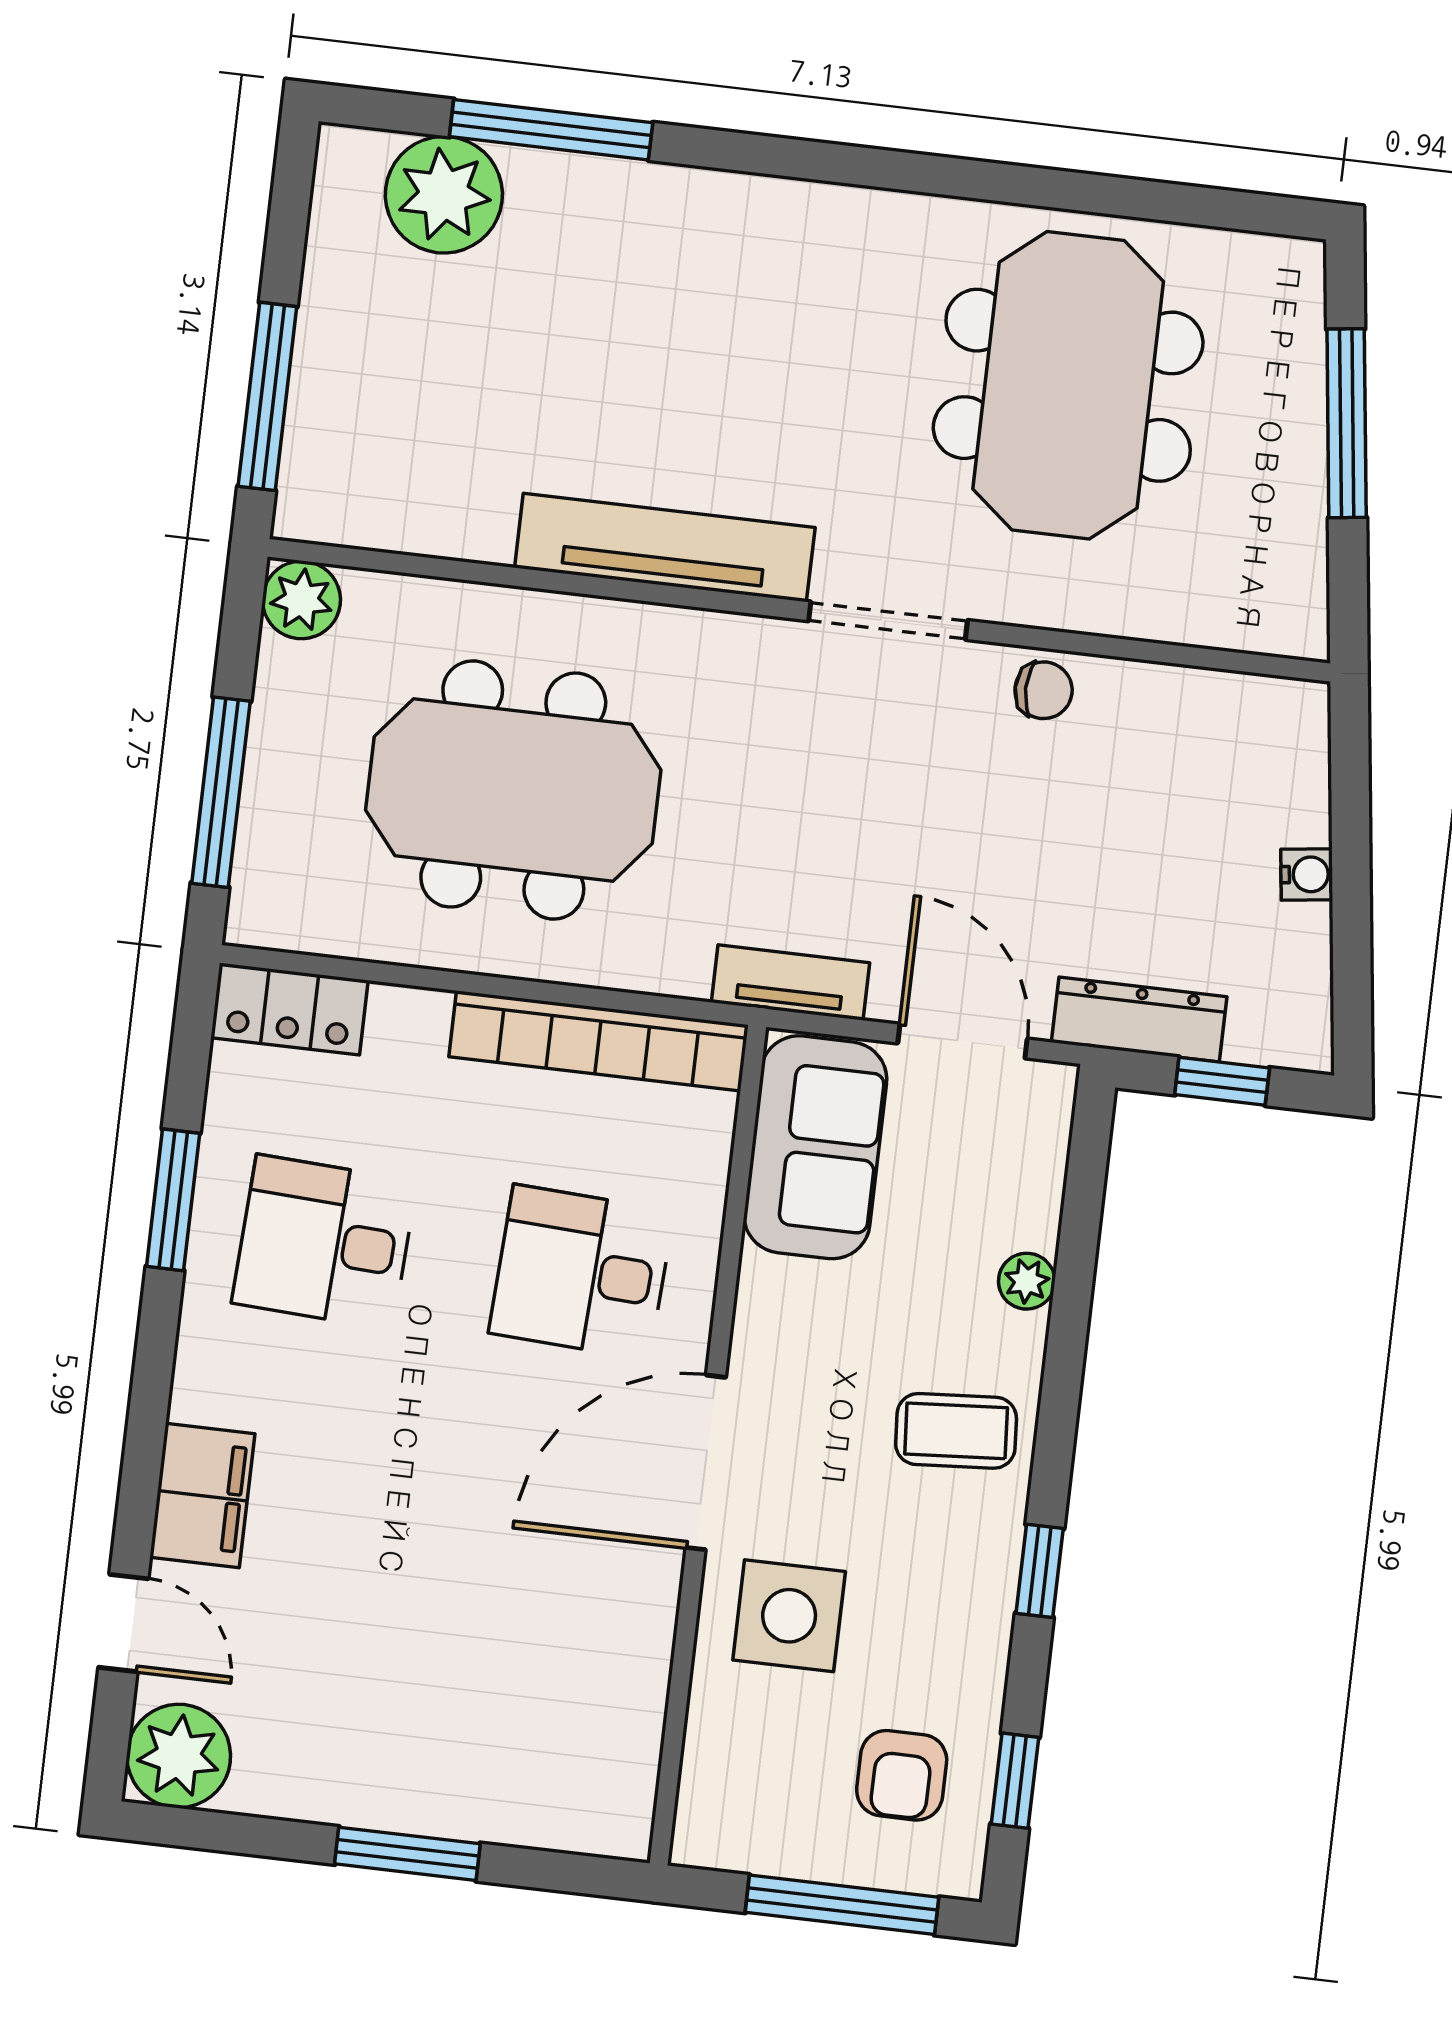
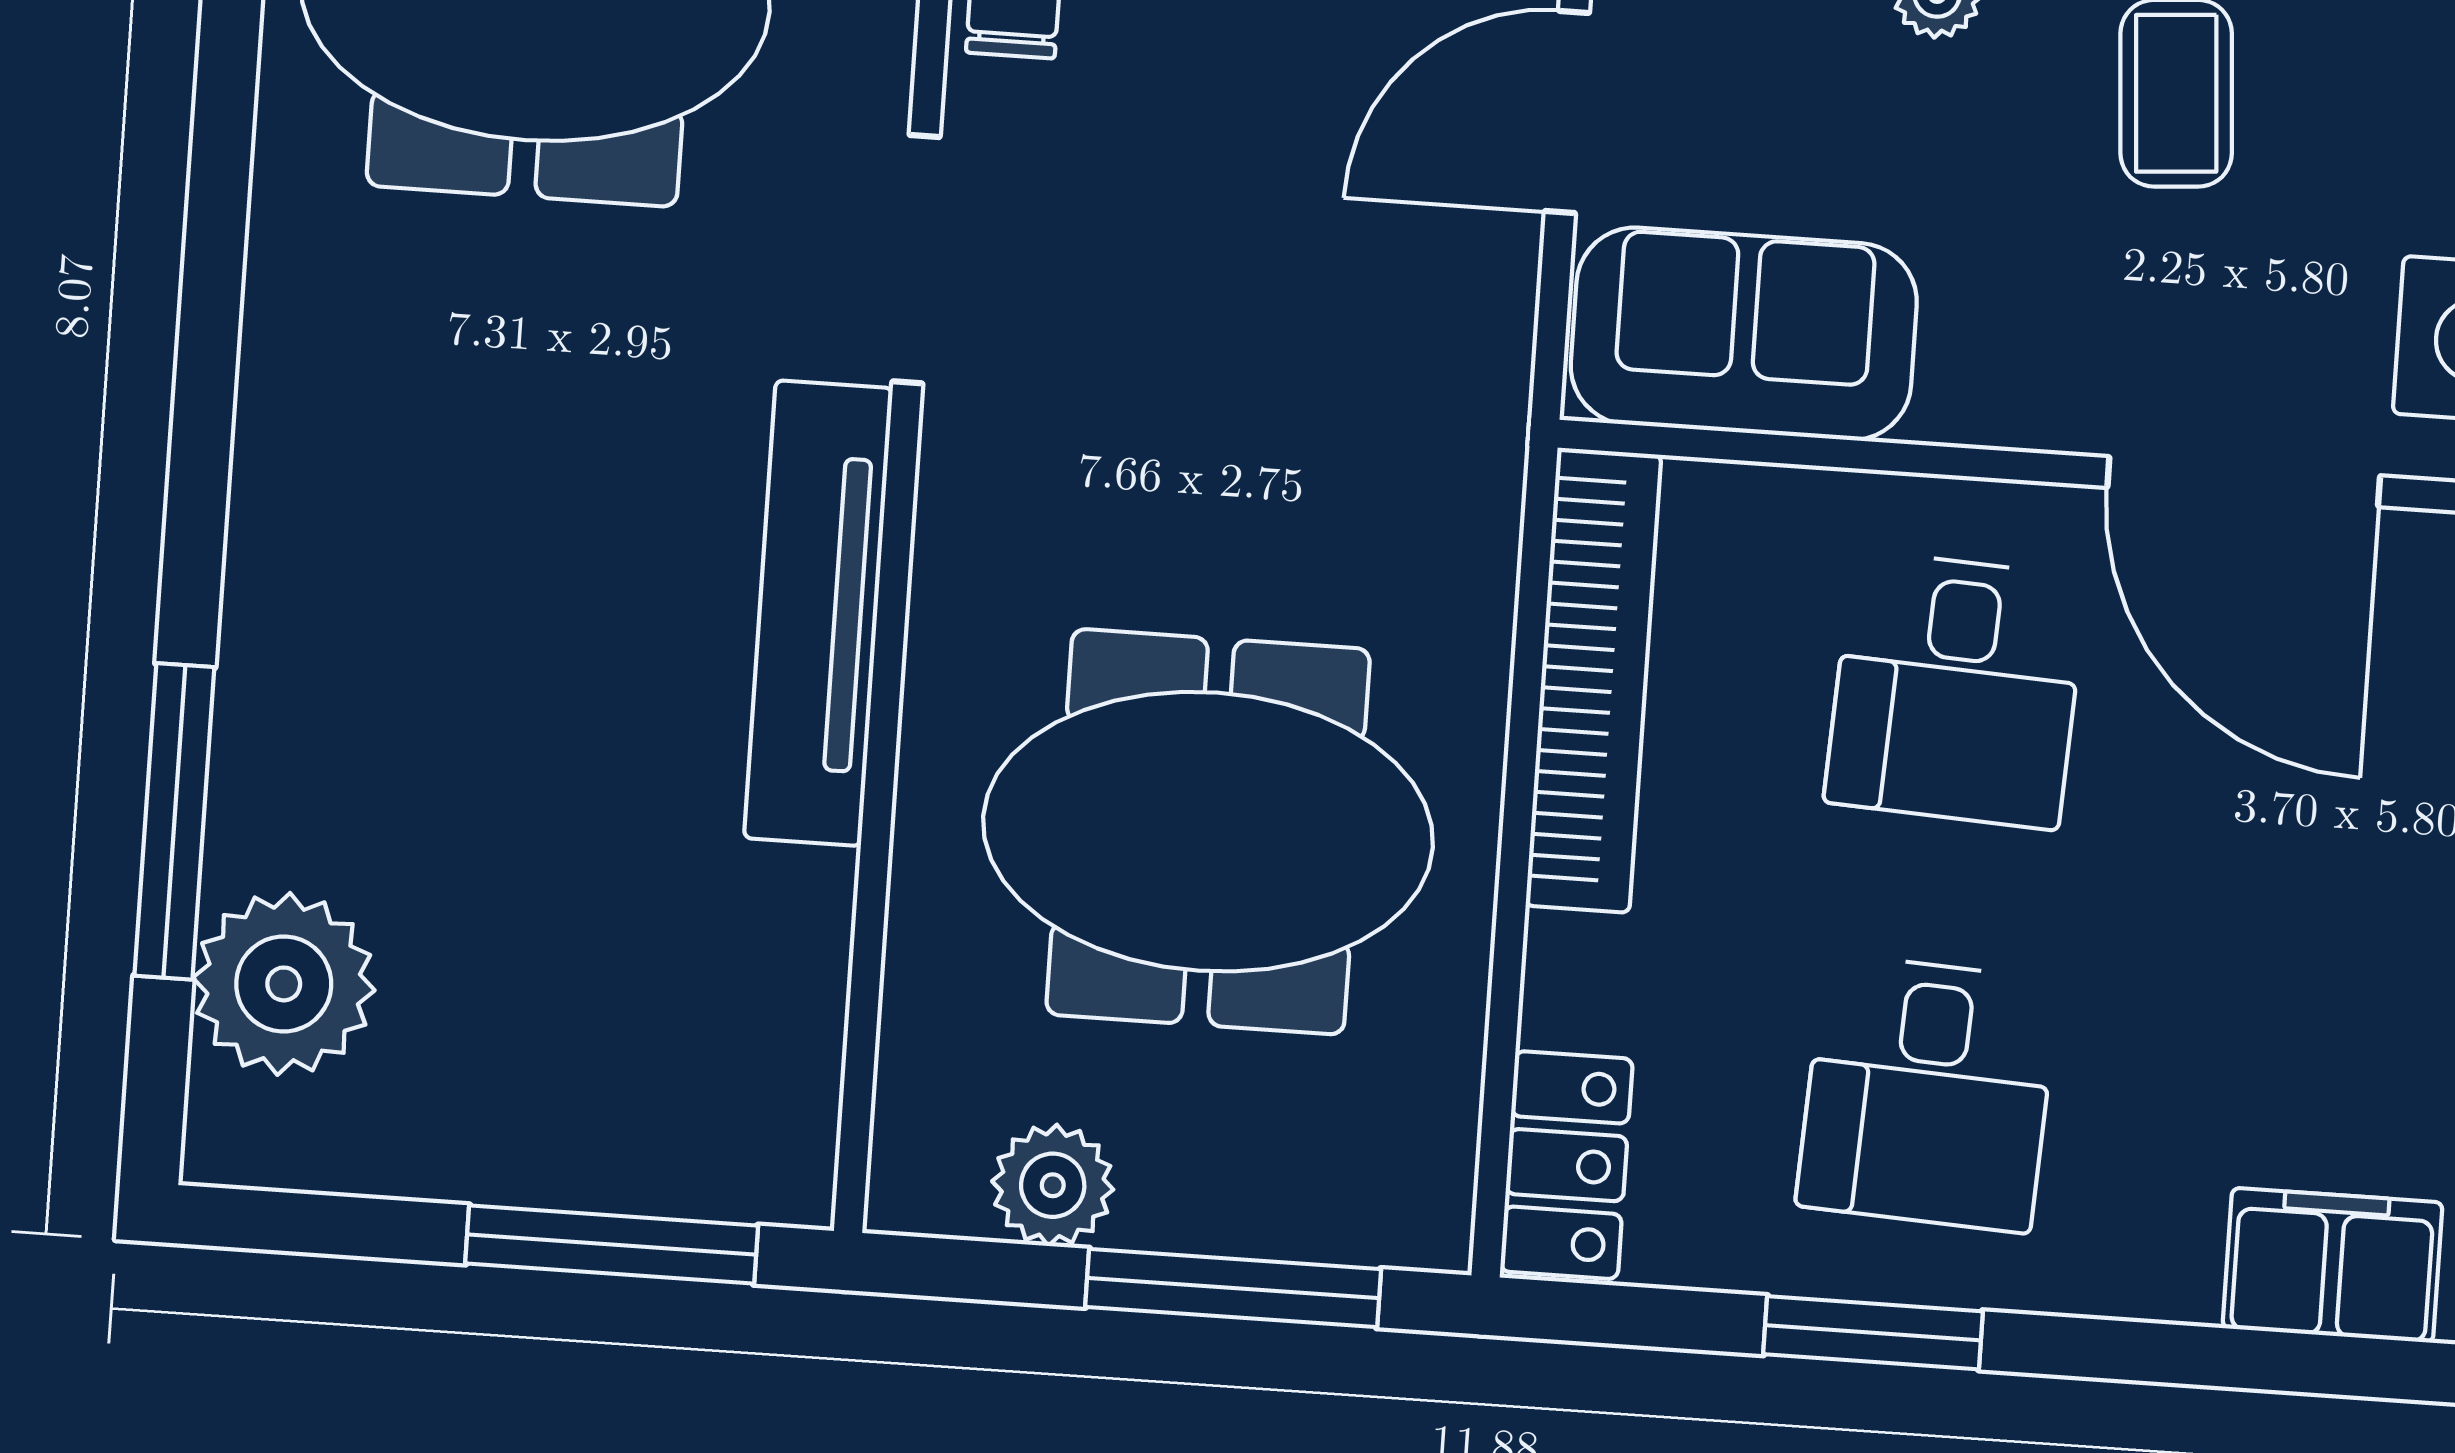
plant: (301, 600) -> (1053, 1185), moved
meeting table: (513, 790) -> (1208, 832), turned 90
tv unit: (791, 983) -> (1488, 385), removed

